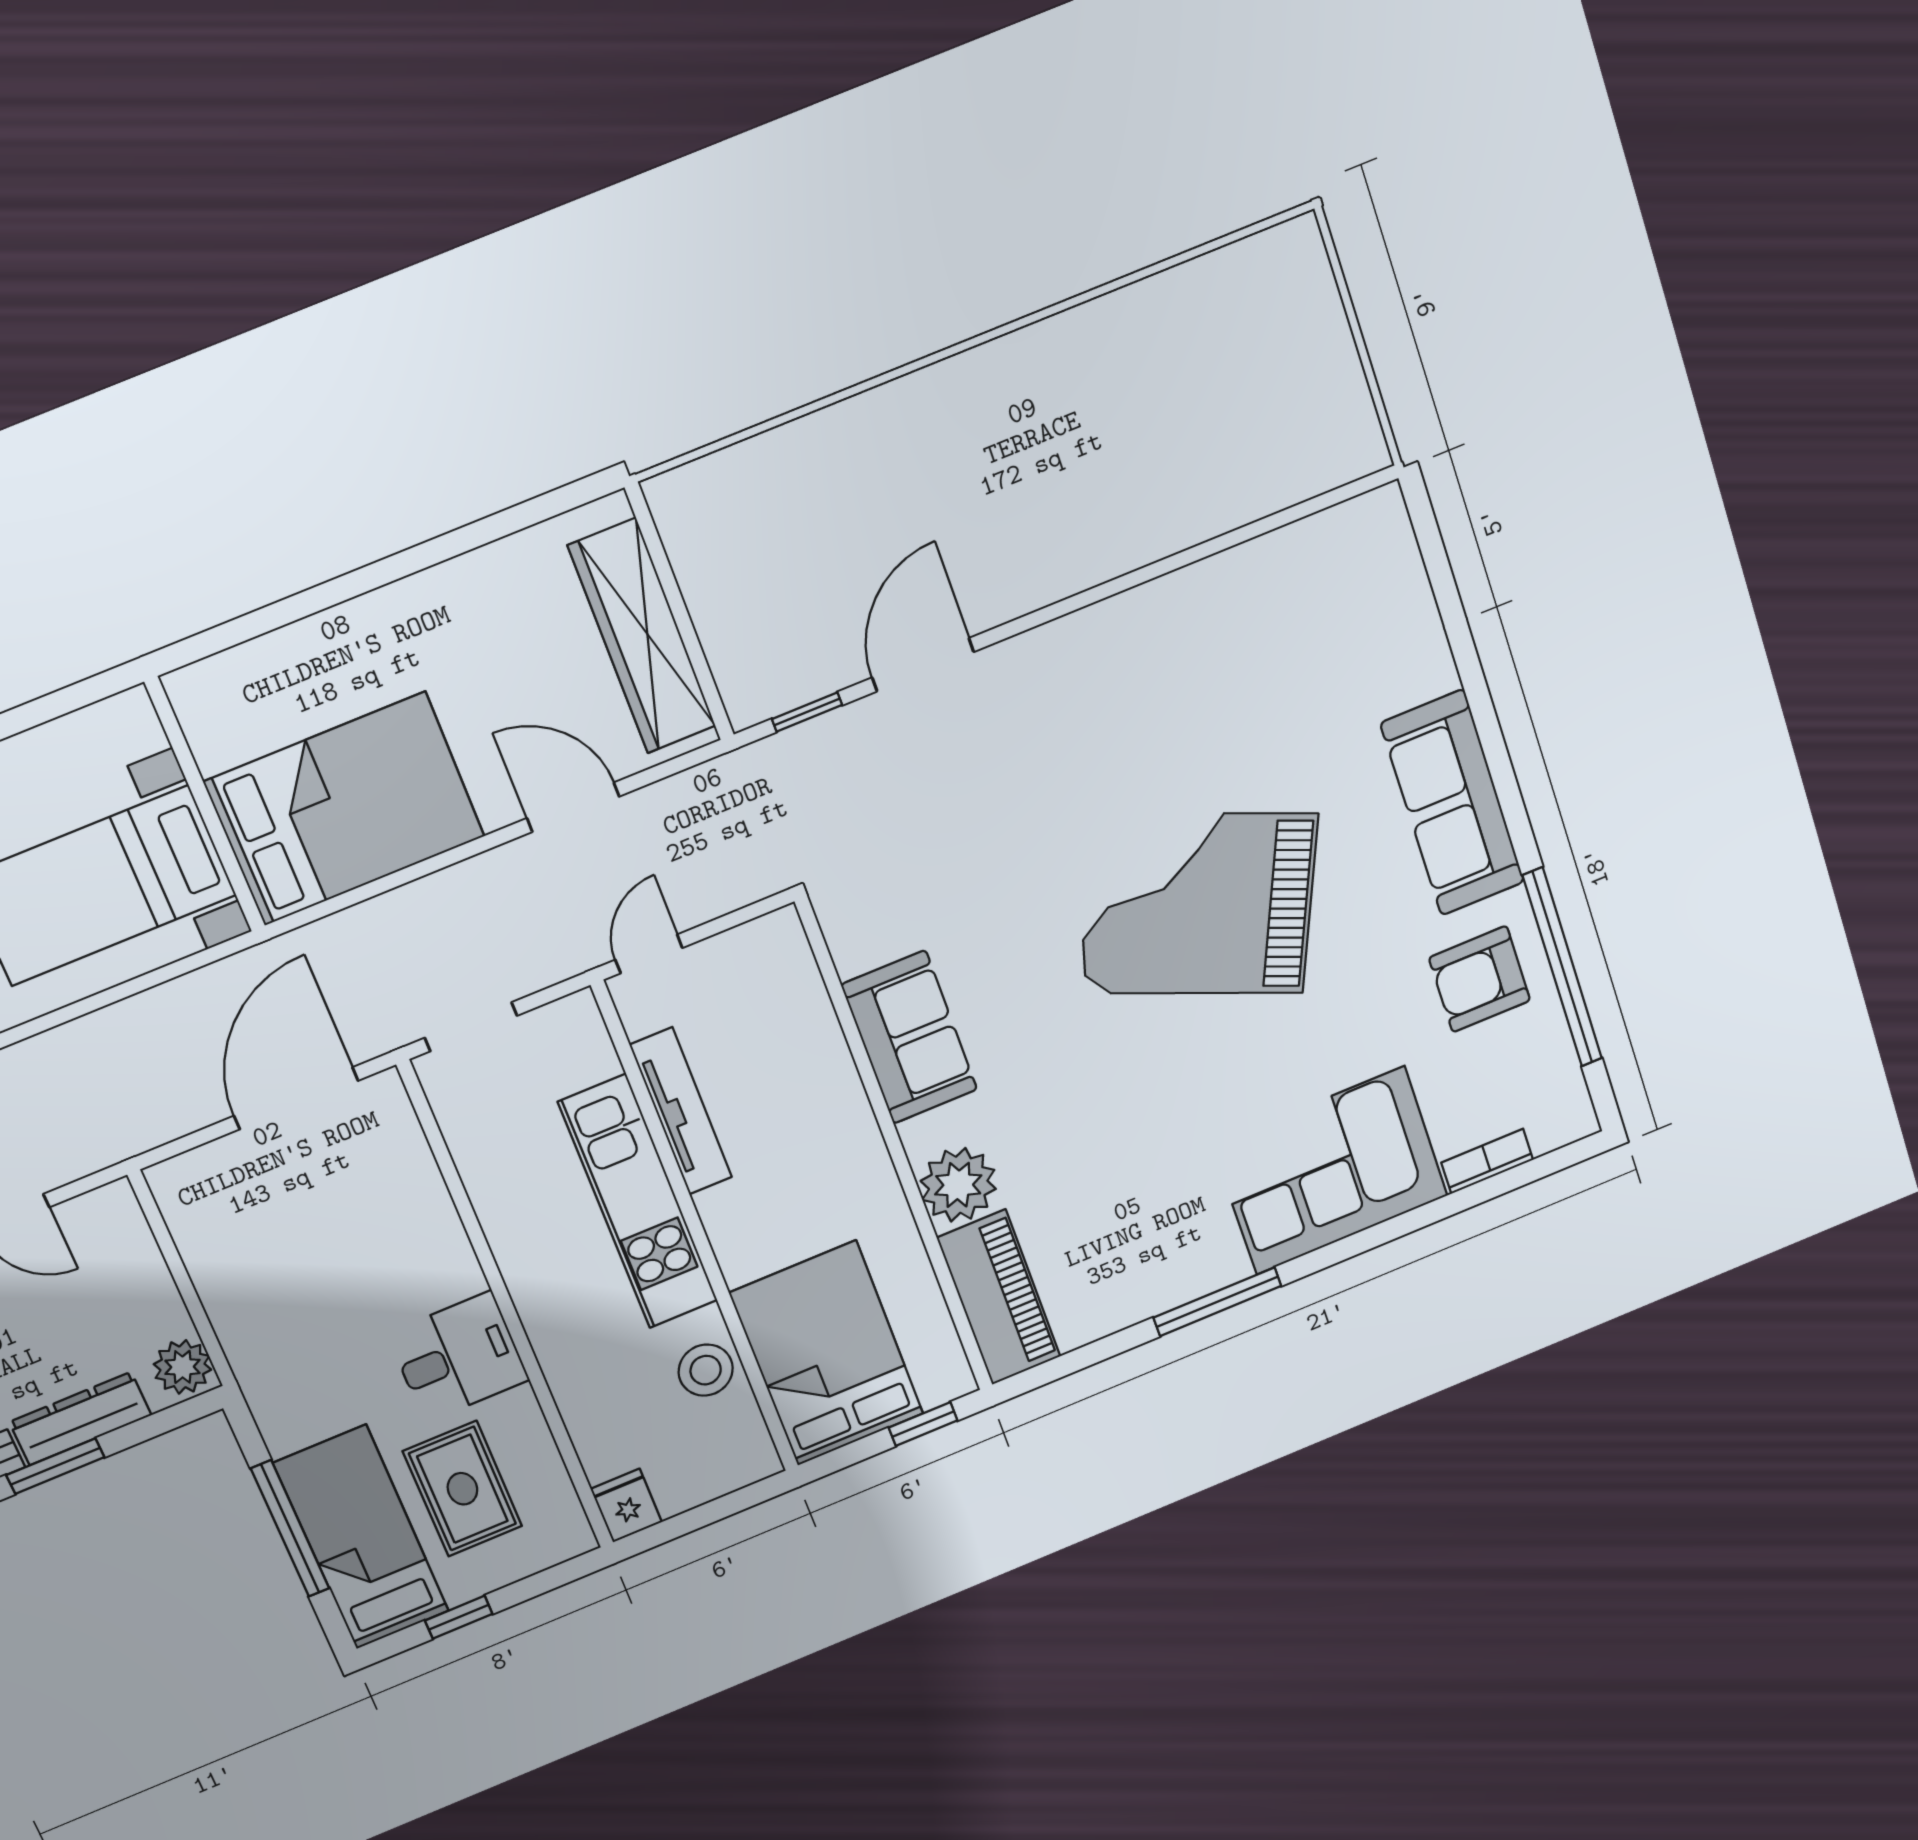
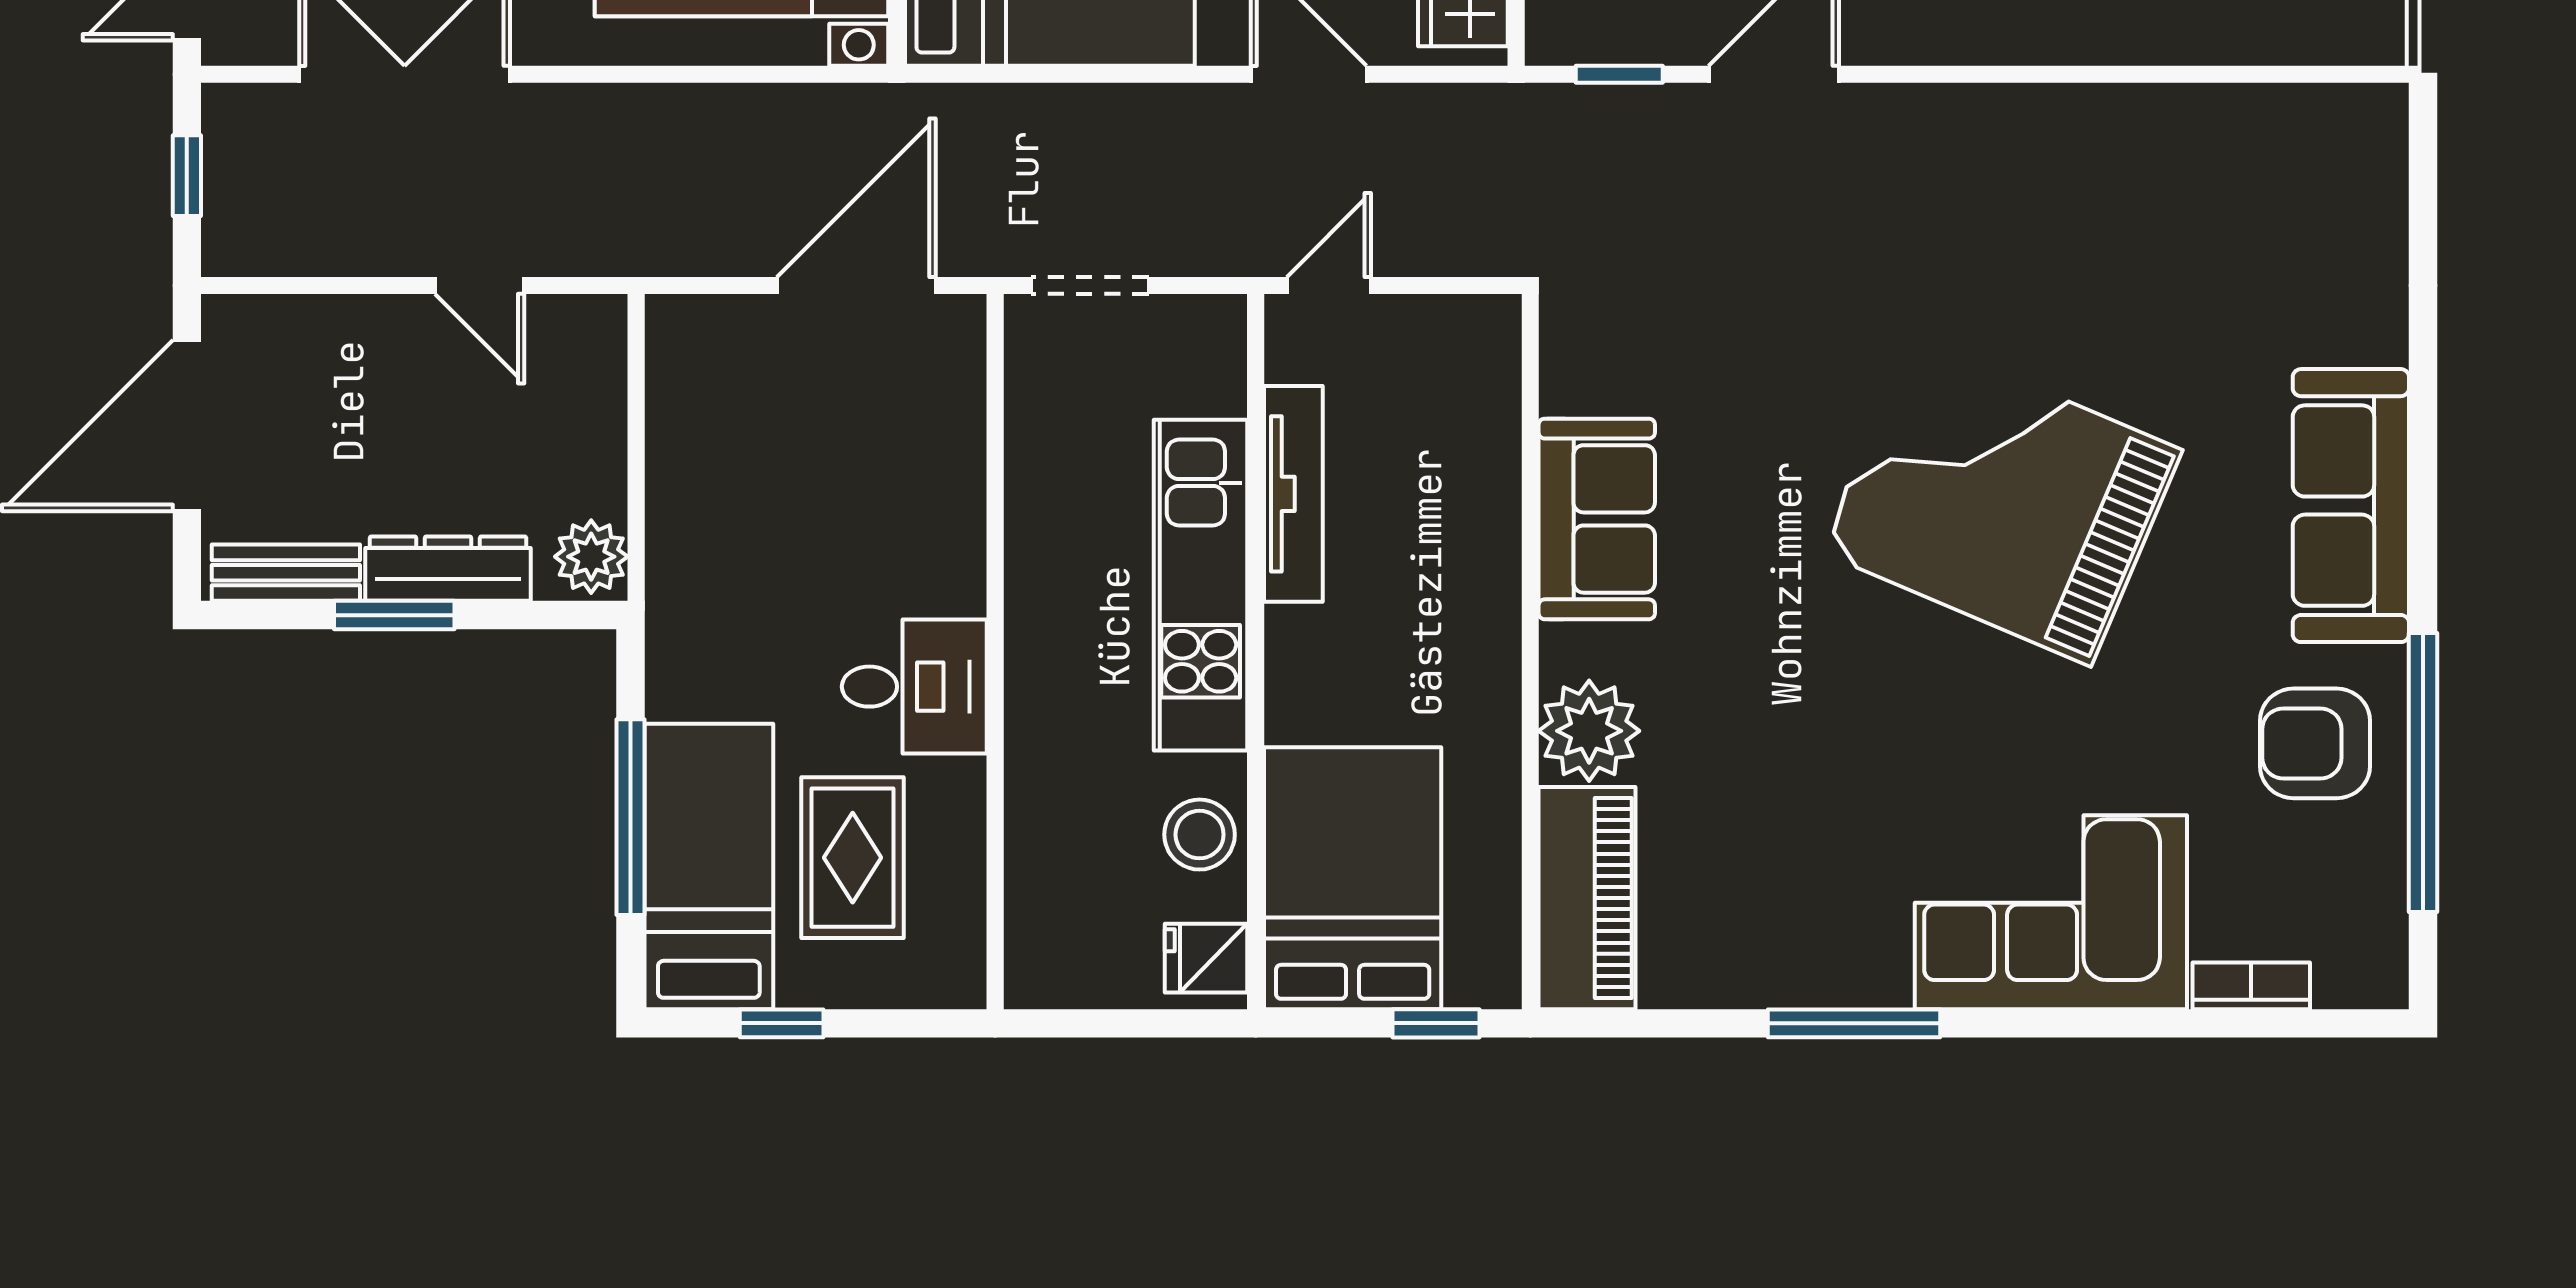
fridge: (626, 1506) -> (1206, 958), moved, turned -90

